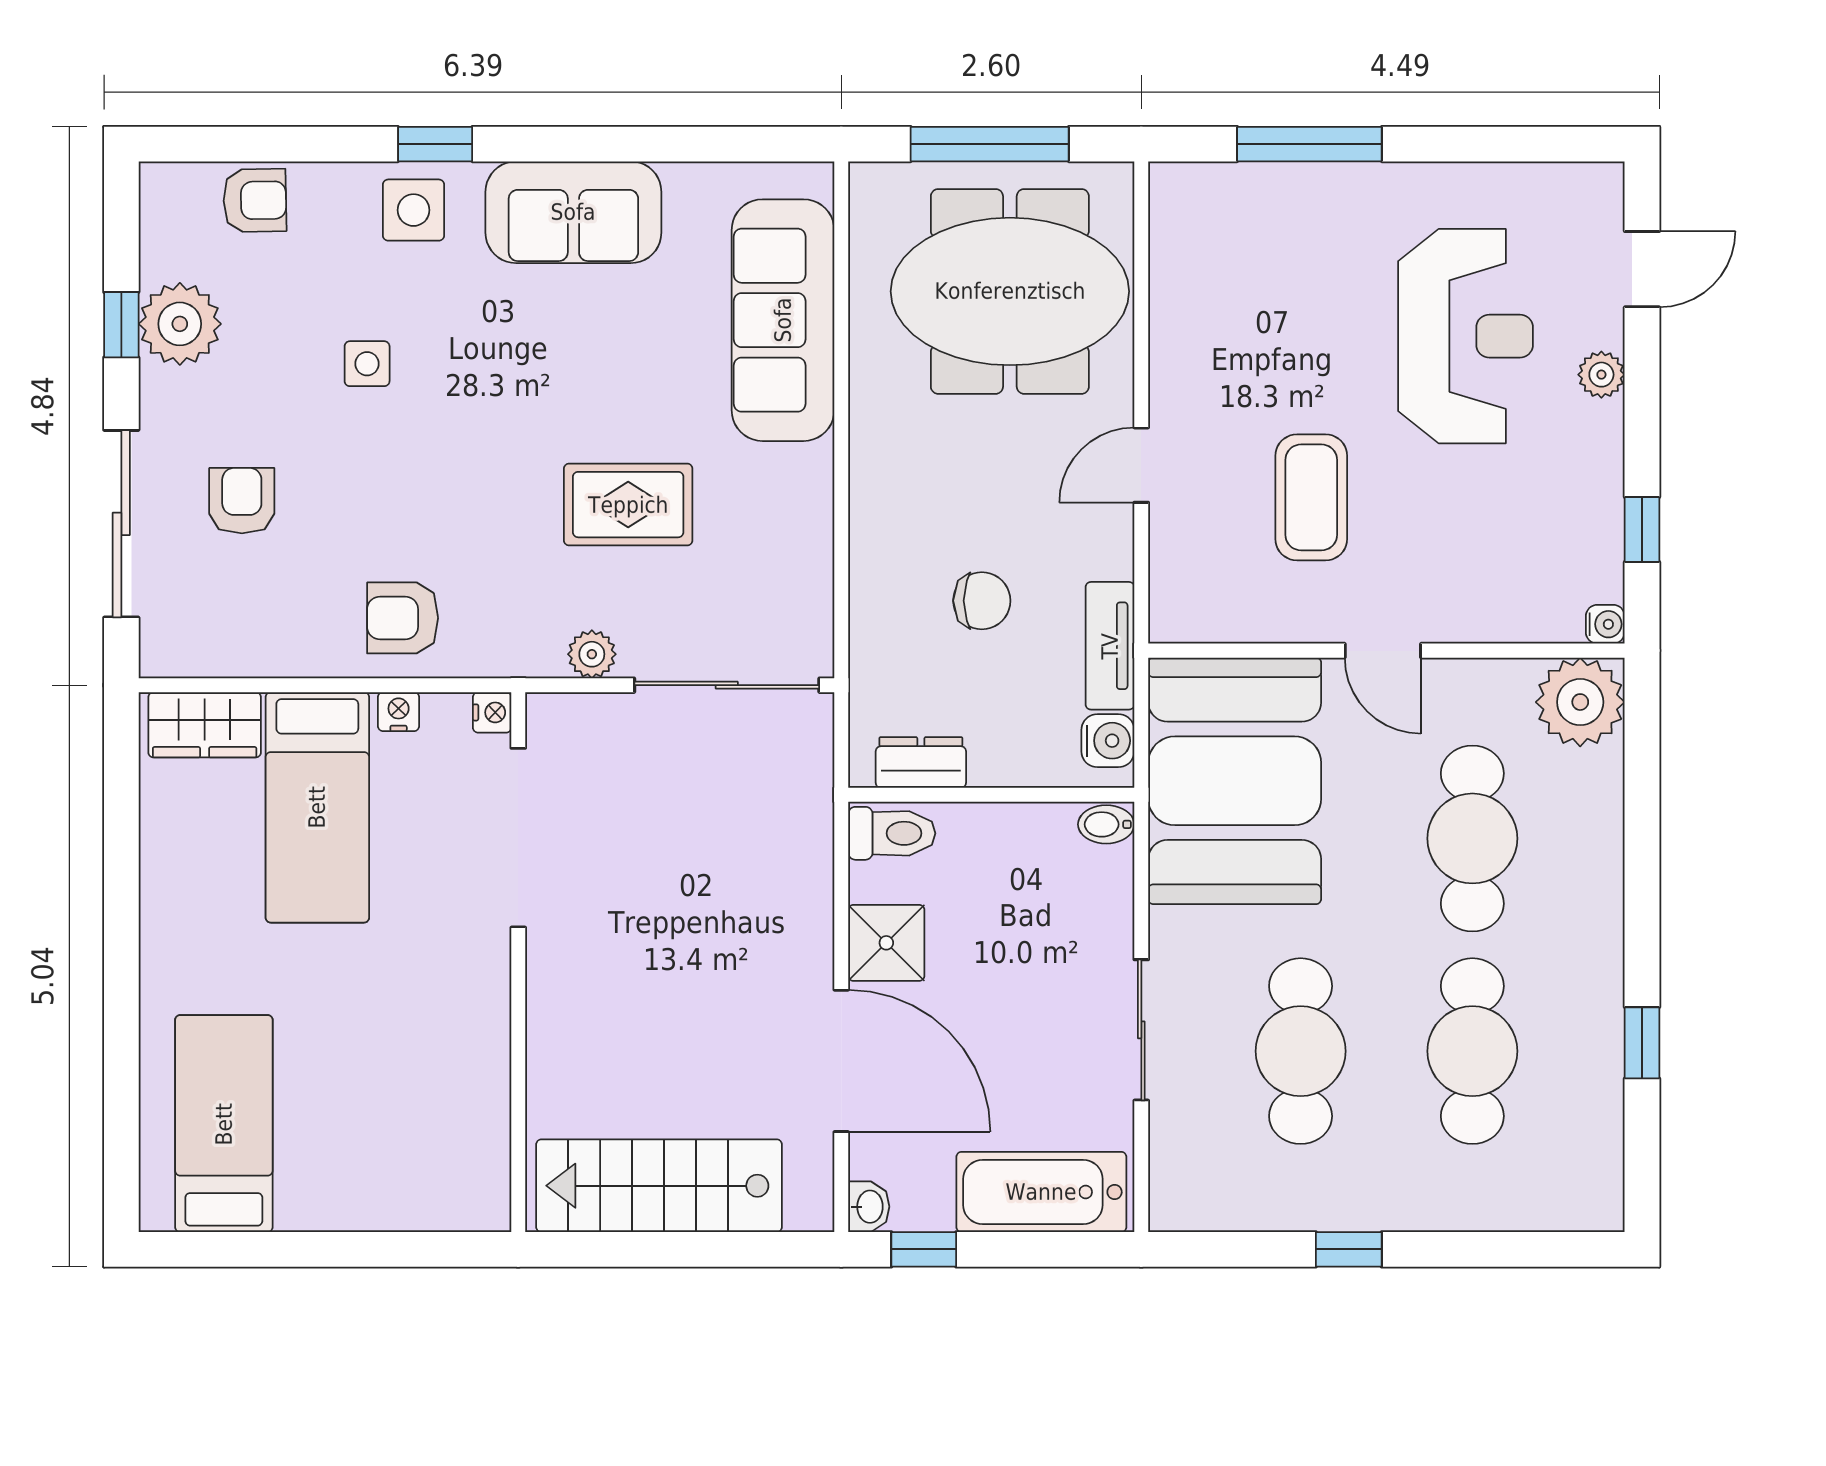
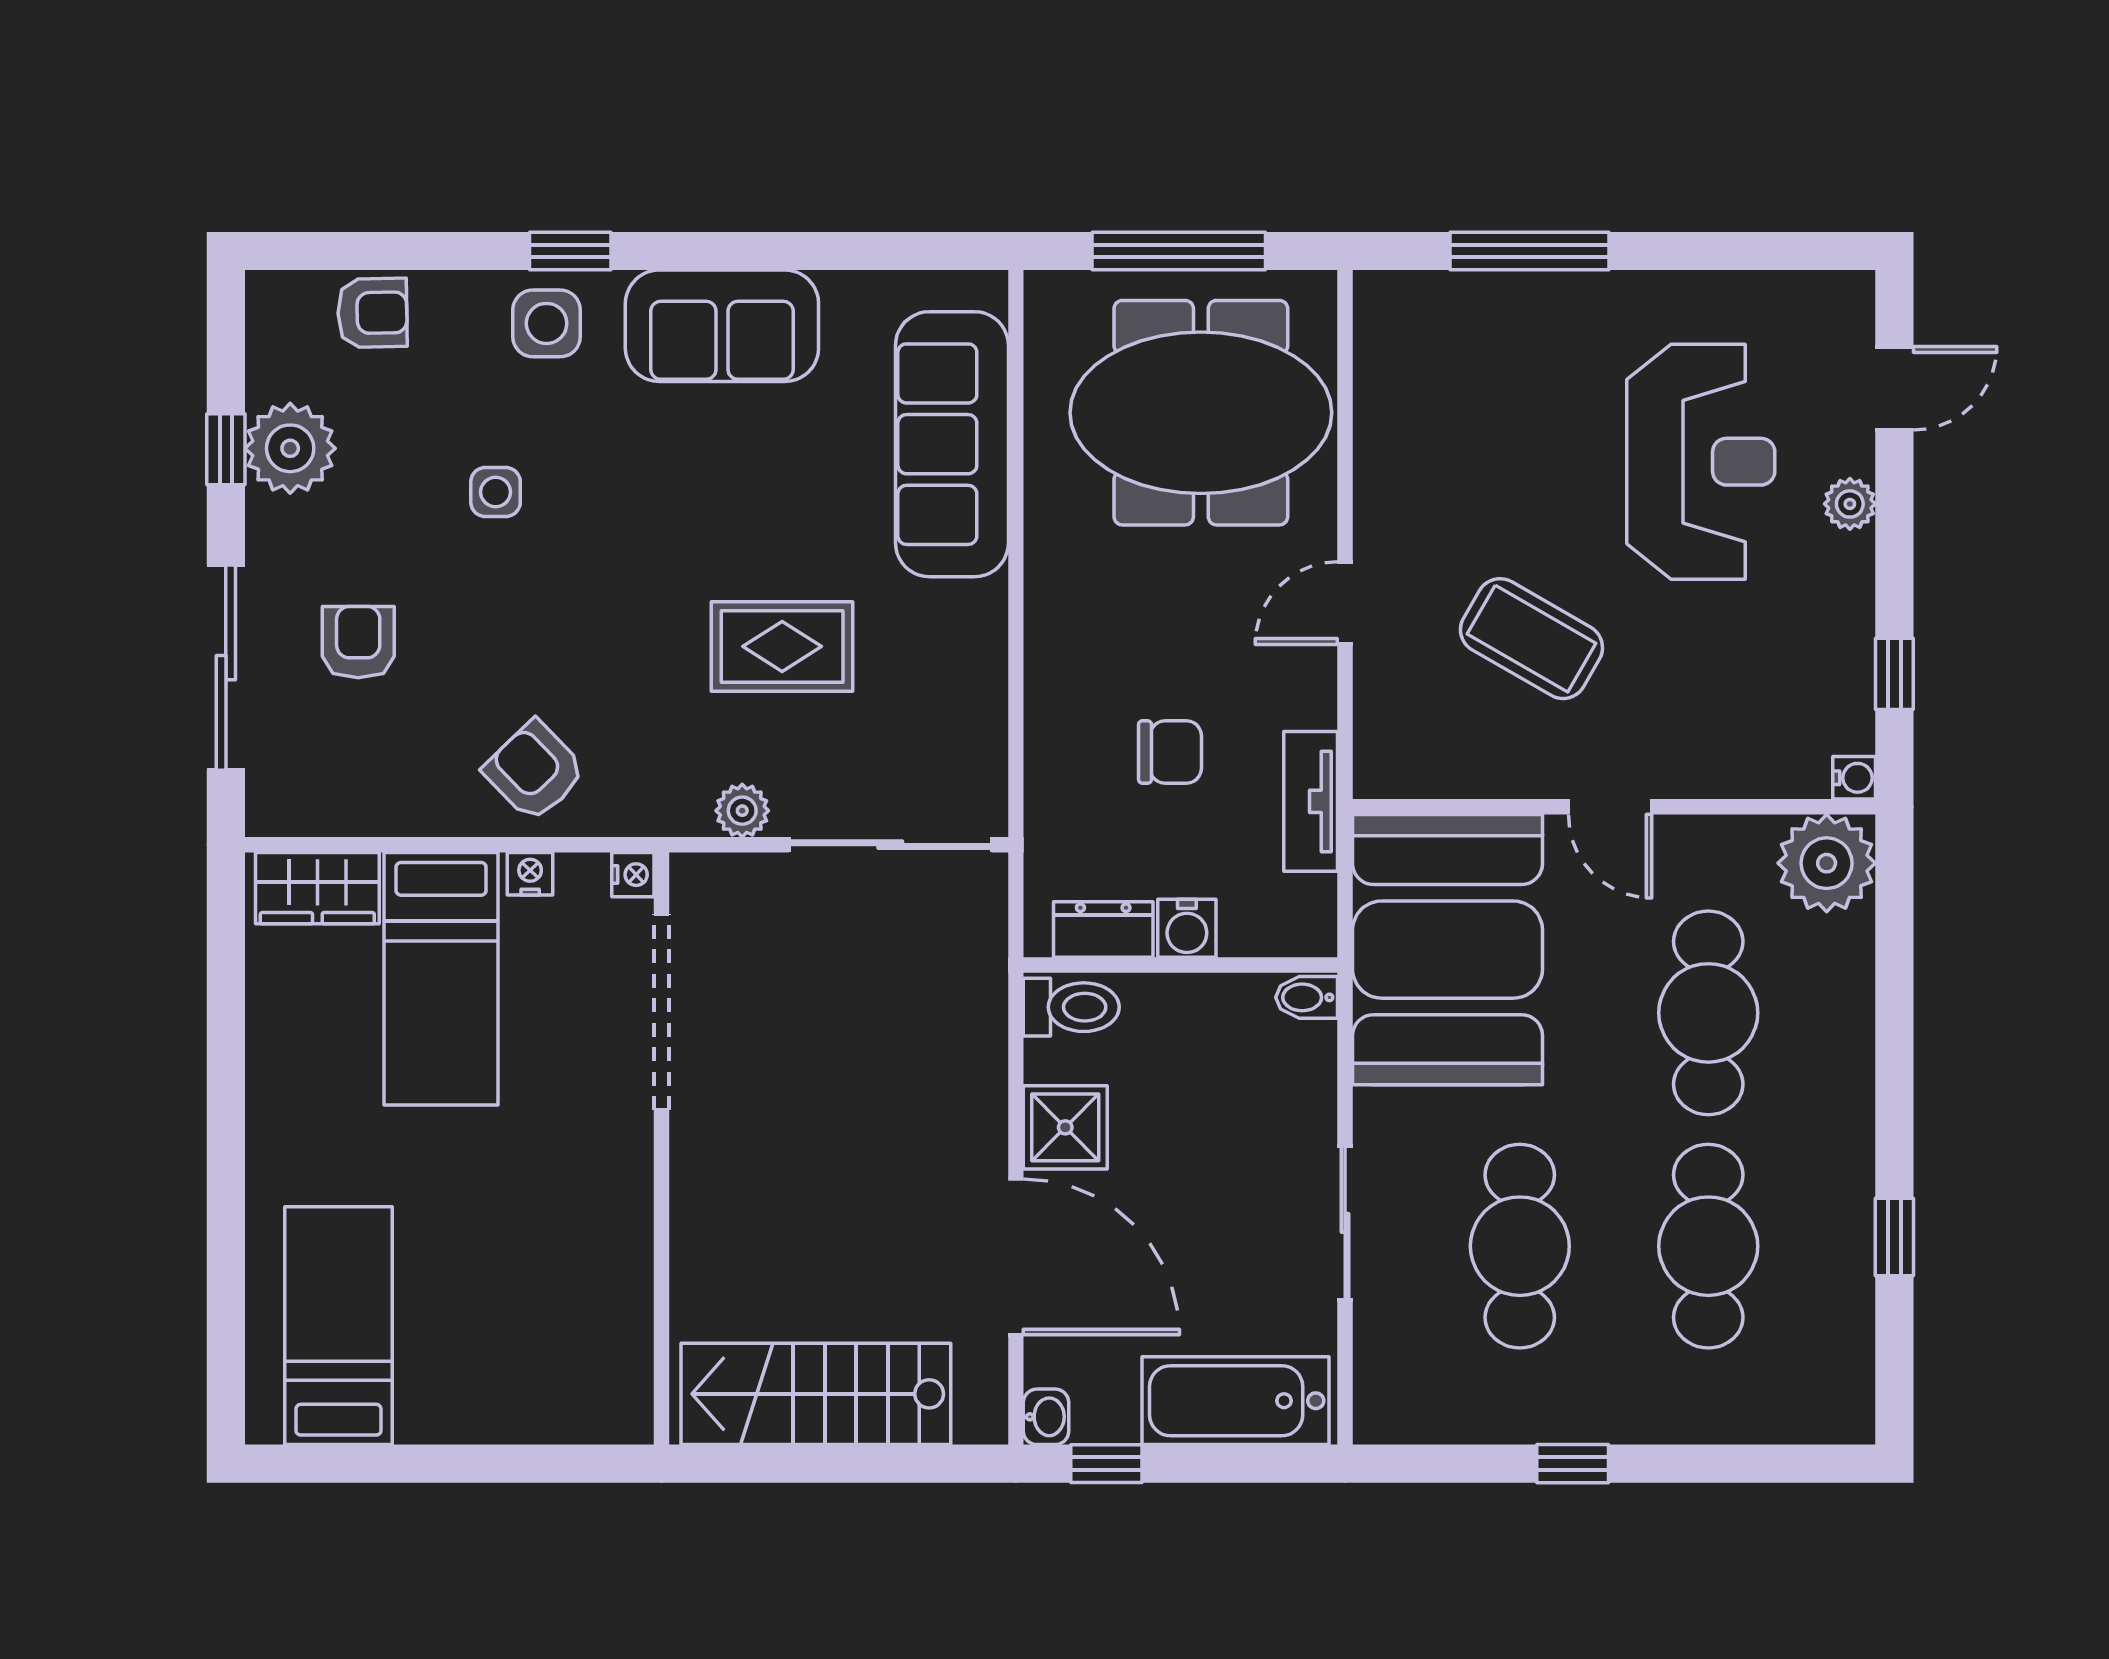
coffee table: (1311, 497) -> (1531, 639), turned -60
armchair: (403, 618) -> (535, 771), turned 46
water cooler: (1108, 741) -> (1187, 928), moved, turned 90

